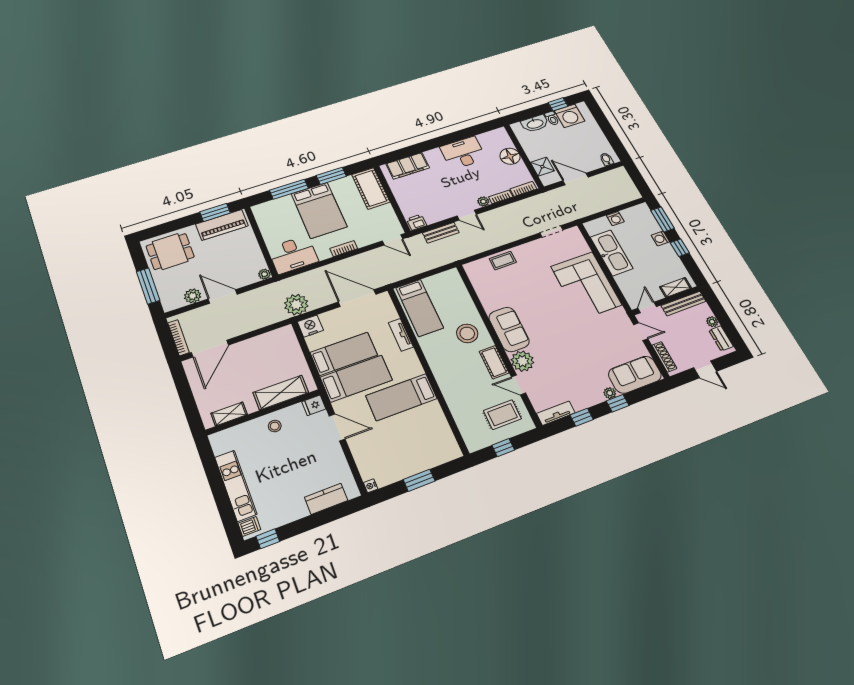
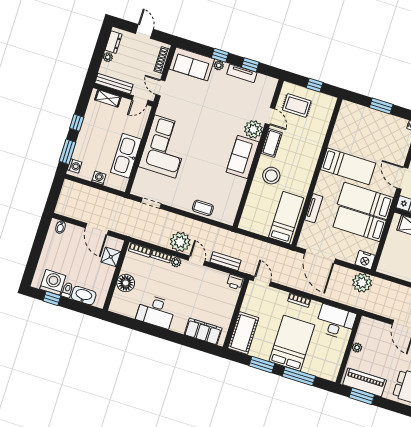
plant: (496, 219) -> (180, 242), added
washing machine: (660, 238) -> (75, 166), moved
plant: (264, 274) -> (357, 348), moved
tv unit: (556, 413) -> (242, 73), moved

